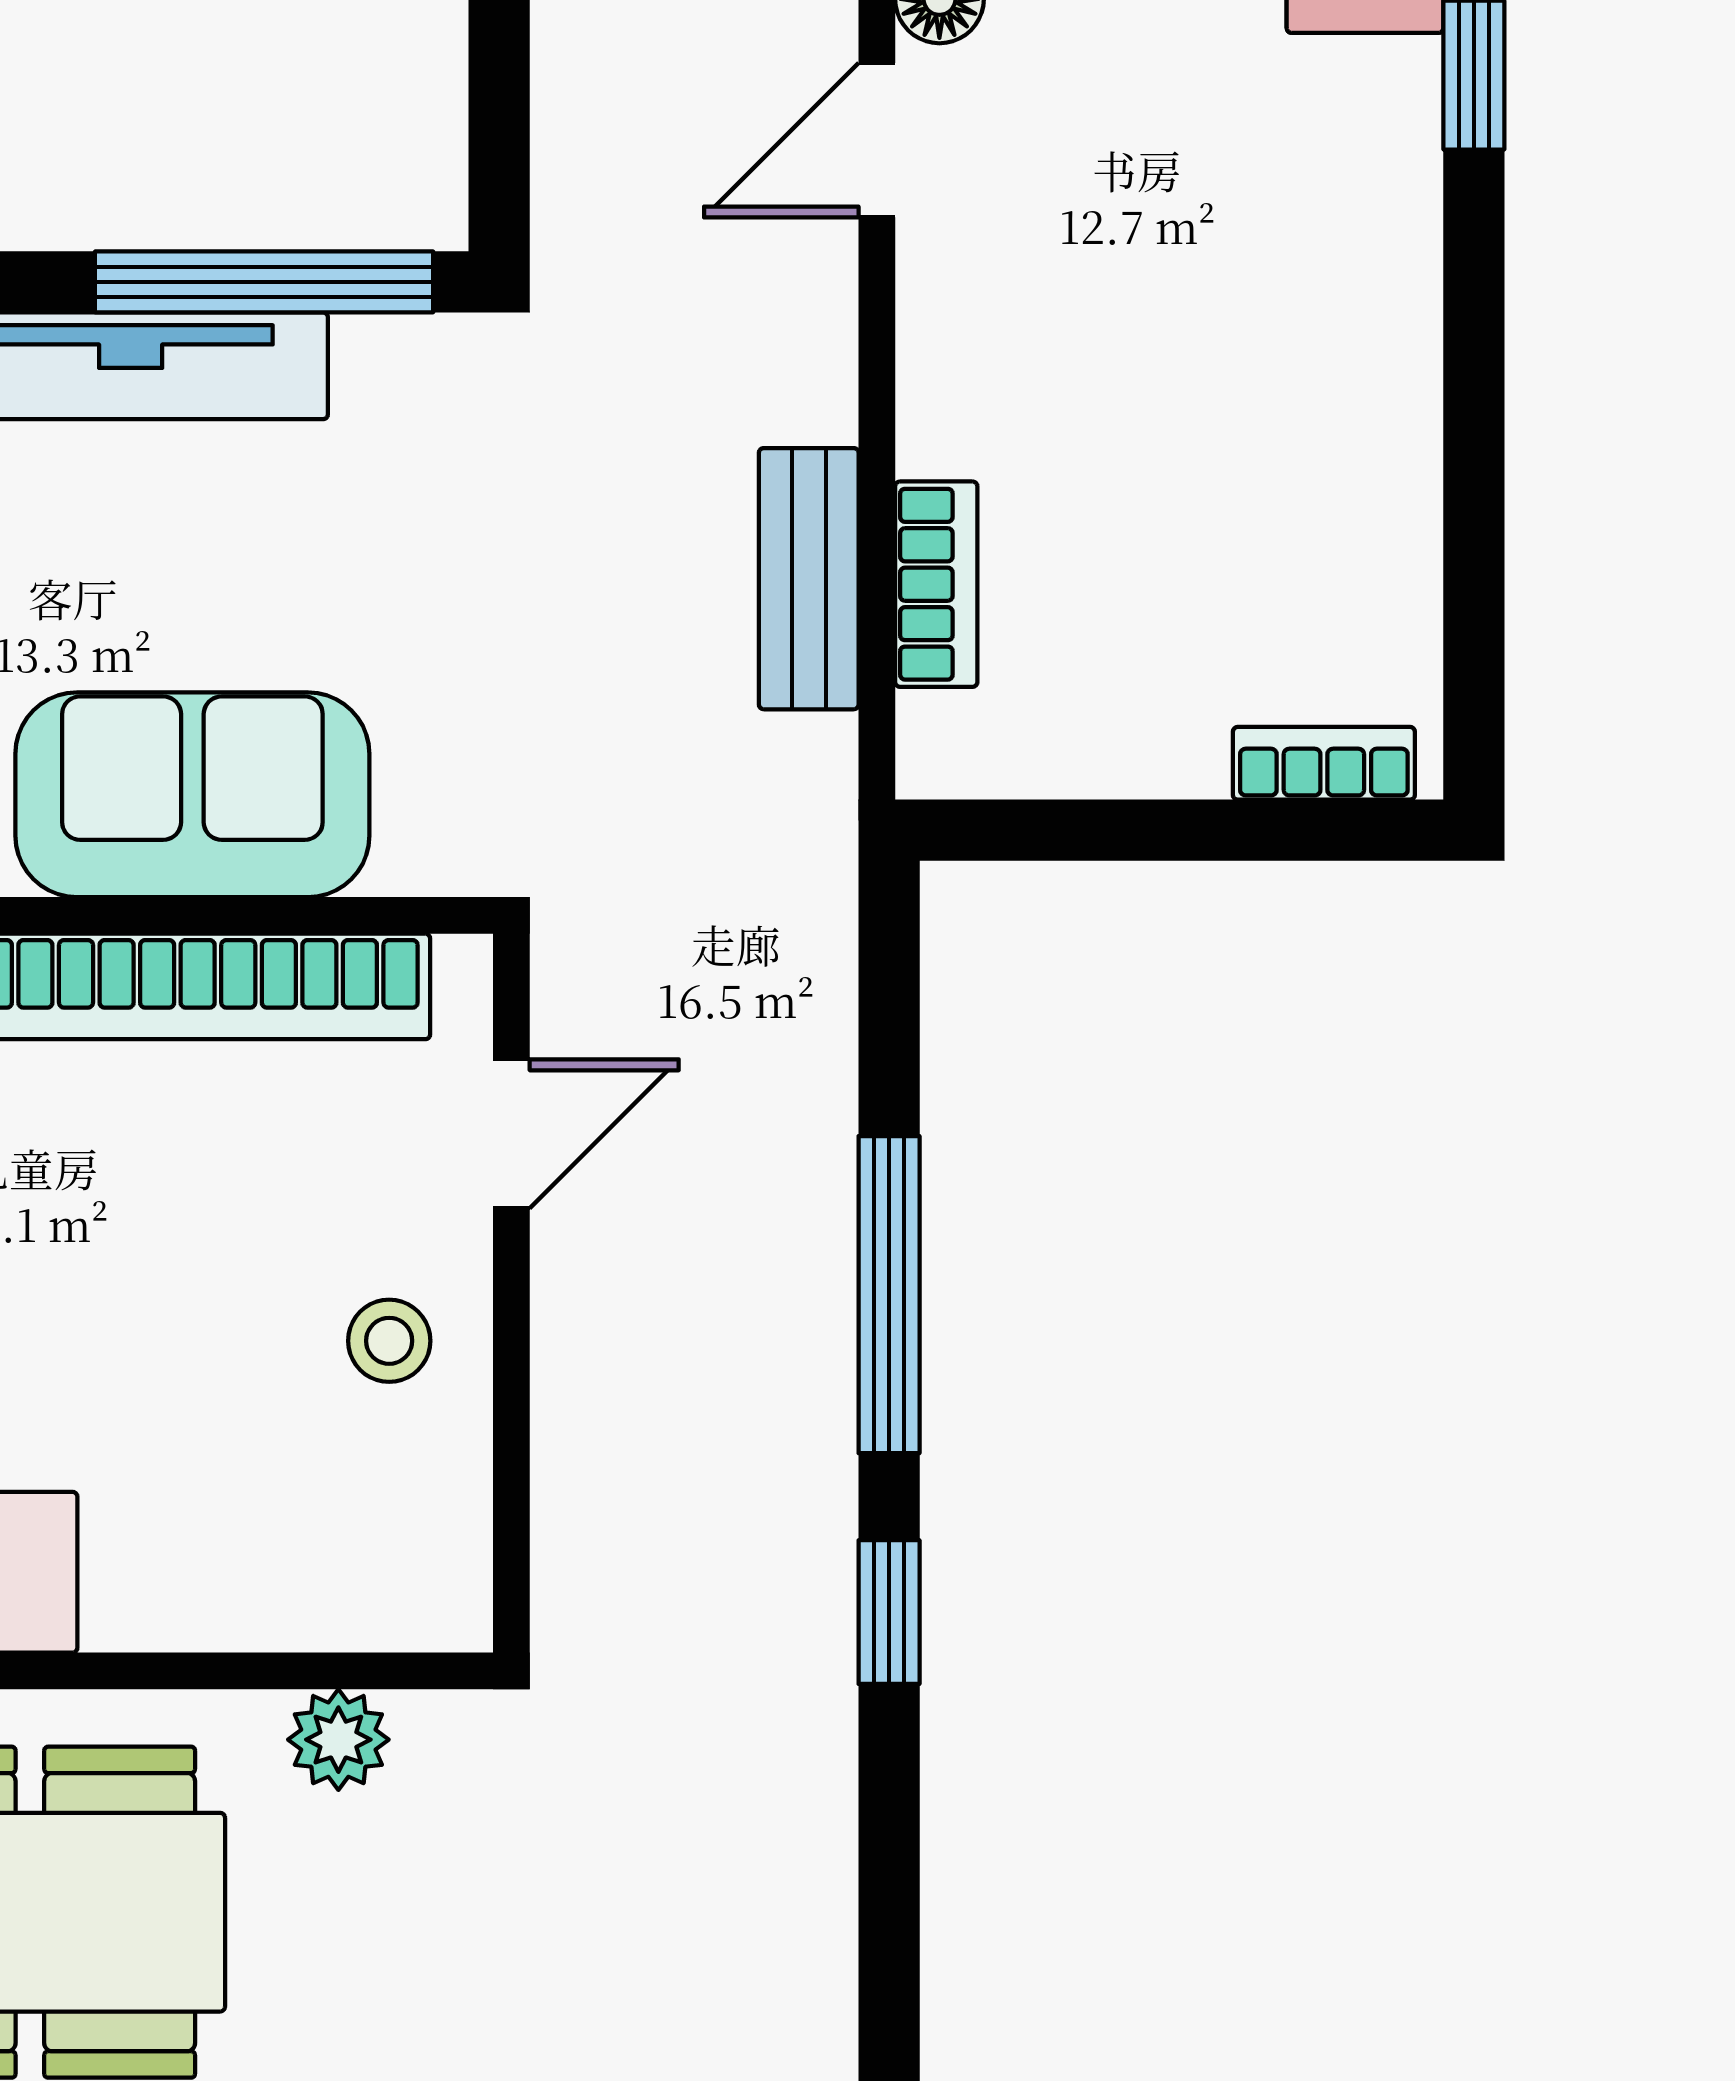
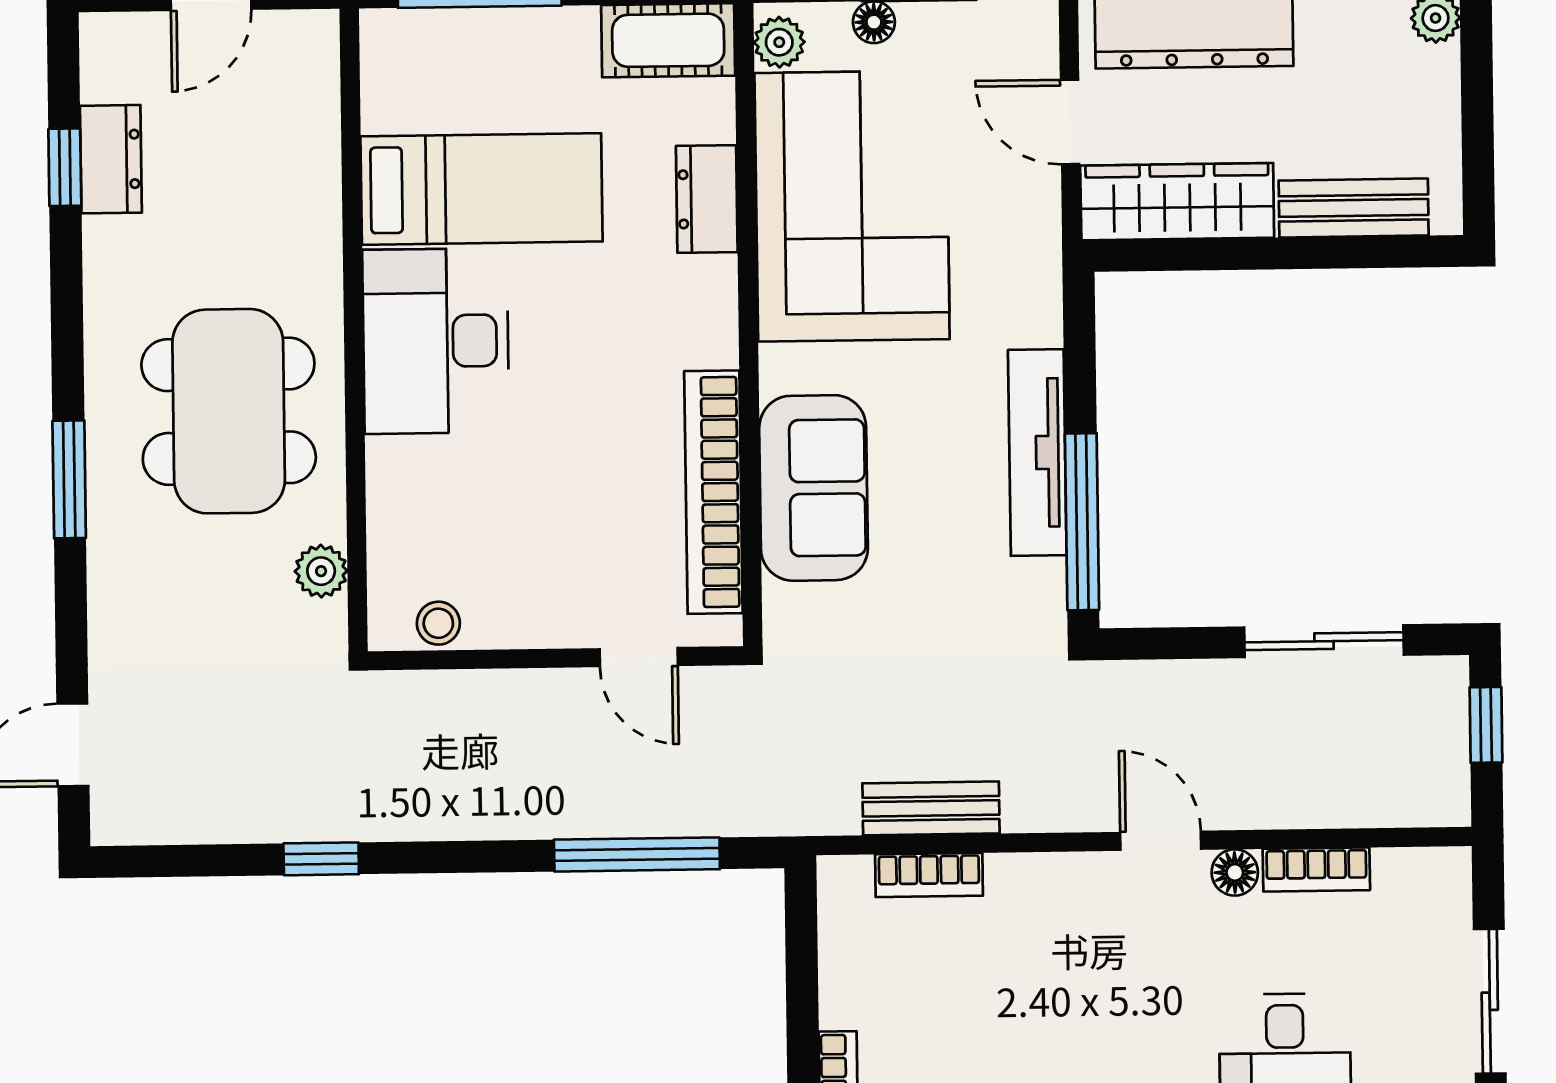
window: (889, 1295) -> (637, 854), moved
stool: (389, 1341) -> (438, 623), moved
window: (889, 1612) -> (321, 859), moved

